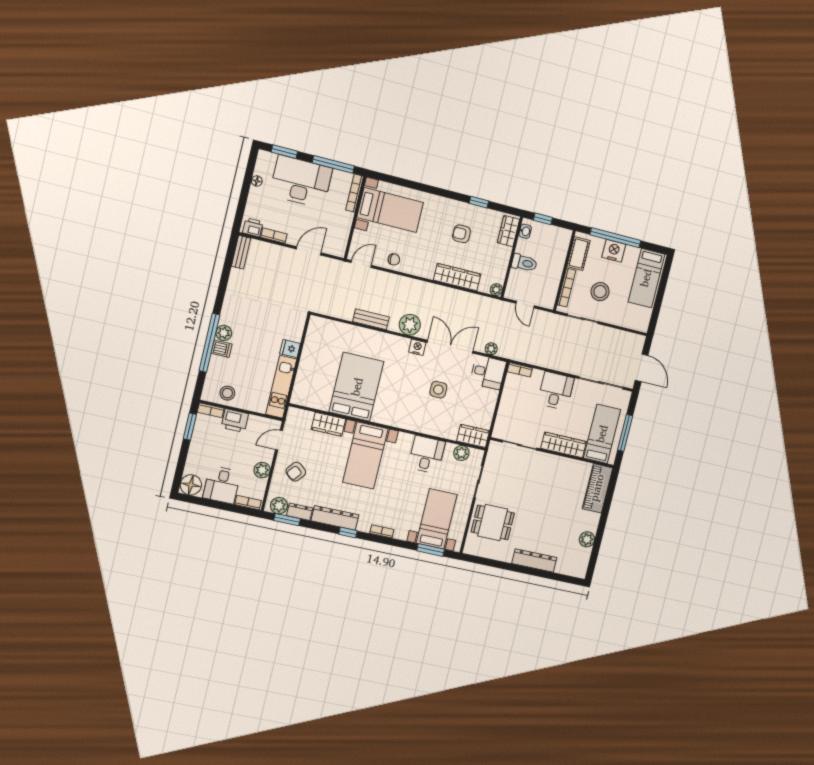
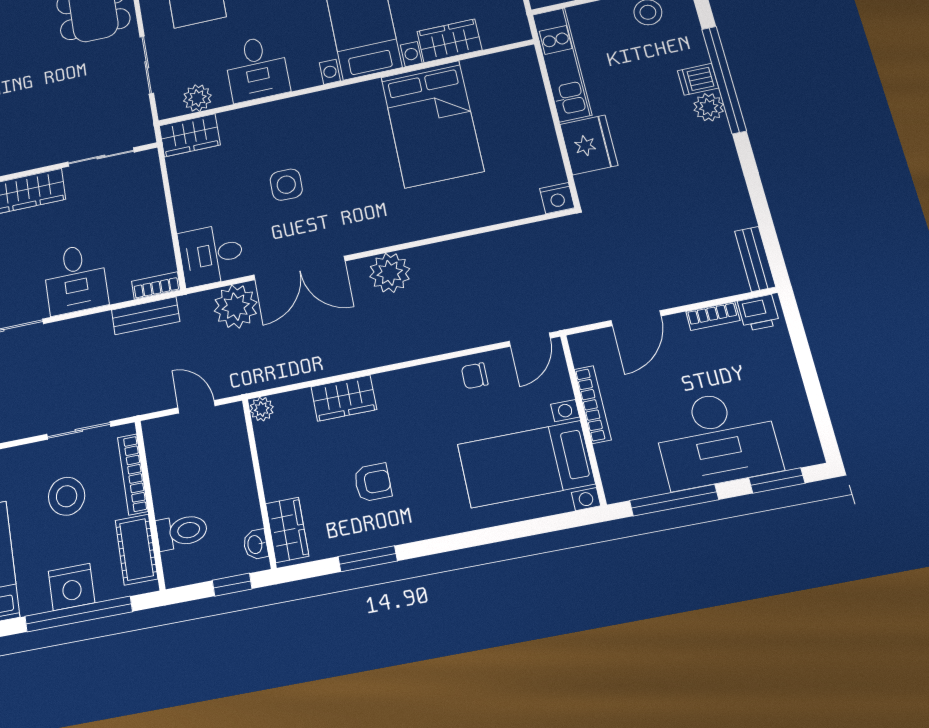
floor lamp: (257, 181) -> (797, 401), removed
bookcase: (355, 193) -> (593, 404), moved
window: (479, 202) -> (368, 559), width x1.50
toilet: (524, 263) -> (182, 531), moved, turned 180
wardrobe: (457, 277) -> (344, 398), width x0.67
bench: (371, 319) -> (146, 316), moved
nightstand: (417, 347) -> (557, 198), moved
fridge: (290, 349) -> (589, 145), width x1.88, depth x1.34
plant: (491, 349) -> (236, 307), width x1.88, depth x1.88

